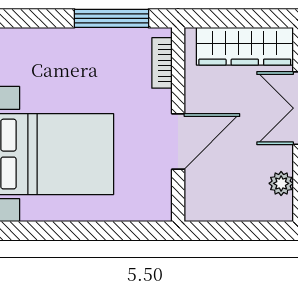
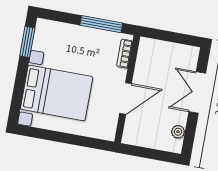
wardrobe: (245, 46) -> (172, 53), removed

